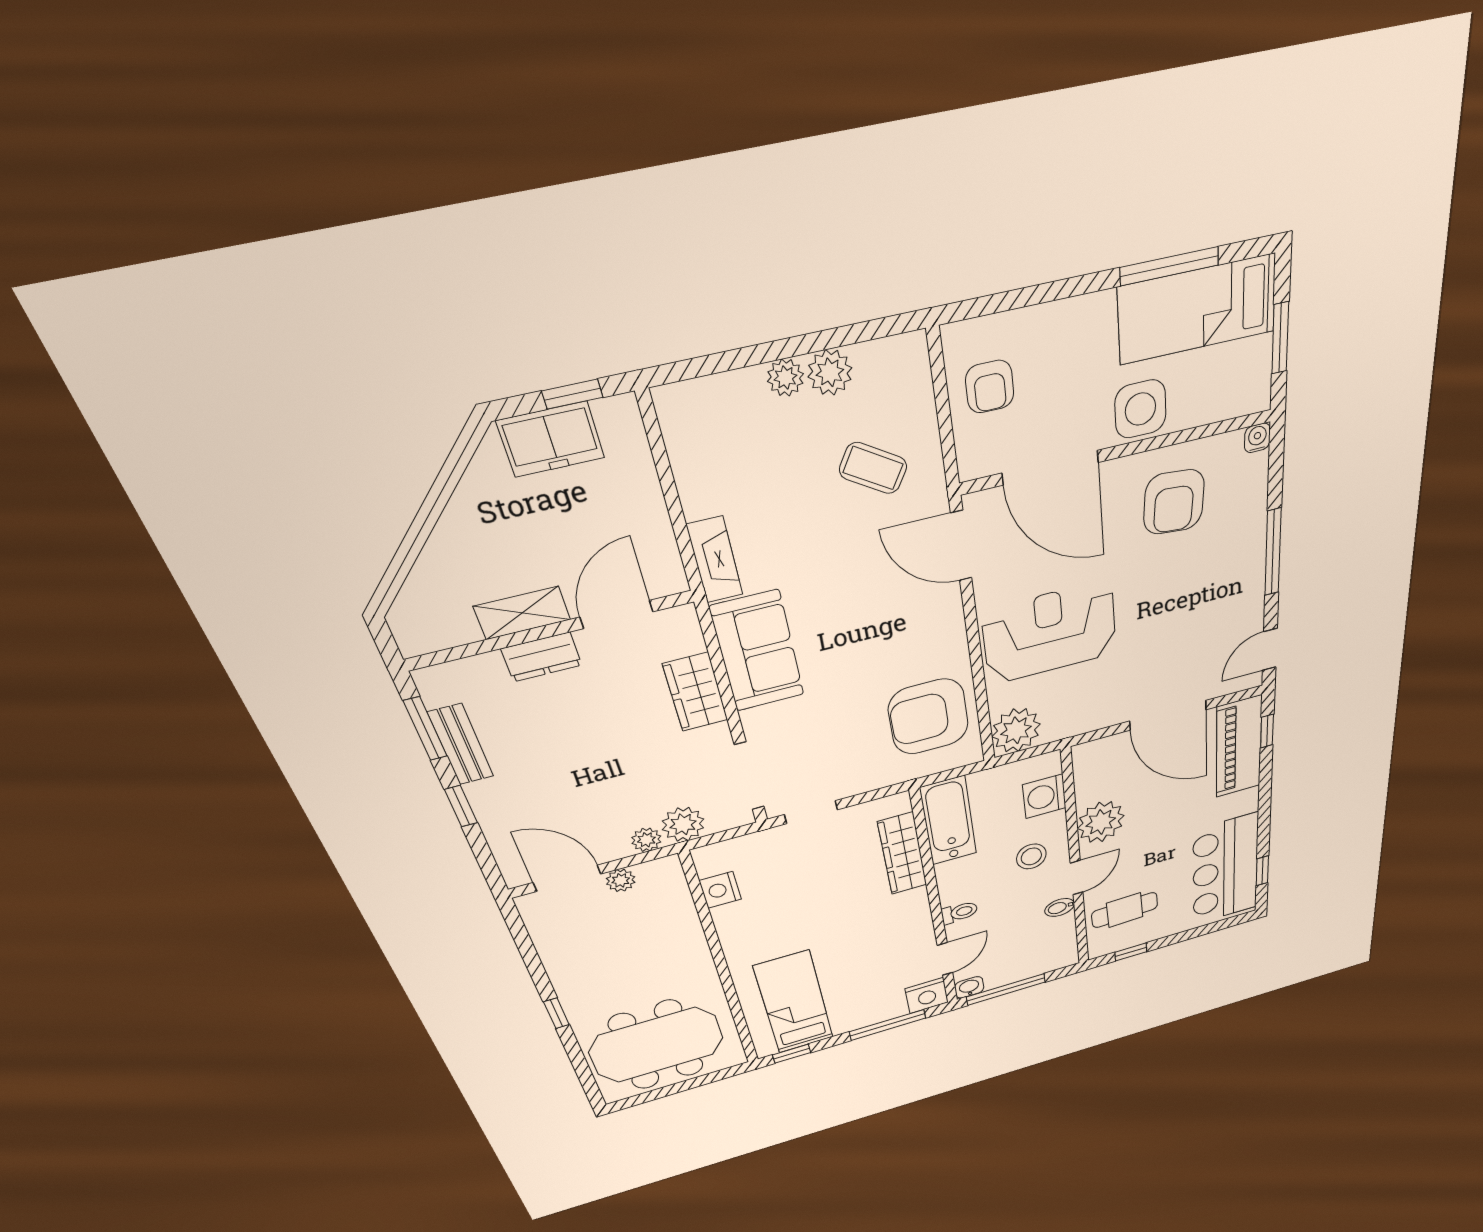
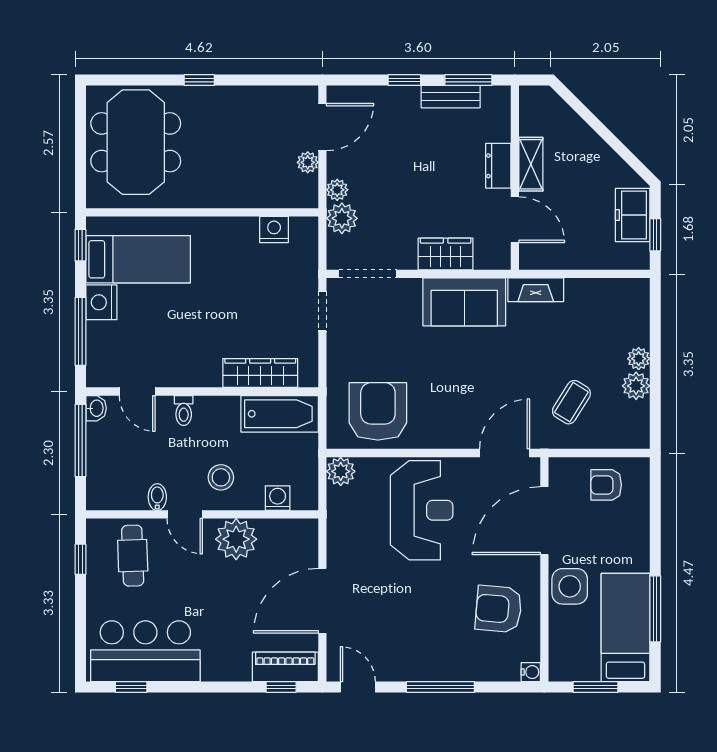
plant: (1016, 730) -> (341, 471), width x0.73, depth x0.73
piano: (1239, 747) -> (285, 667), width x0.73, depth x0.75
washing machine: (1044, 796) -> (278, 498), width x0.73, depth x0.73
nightstand: (927, 995) -> (101, 302), moved

